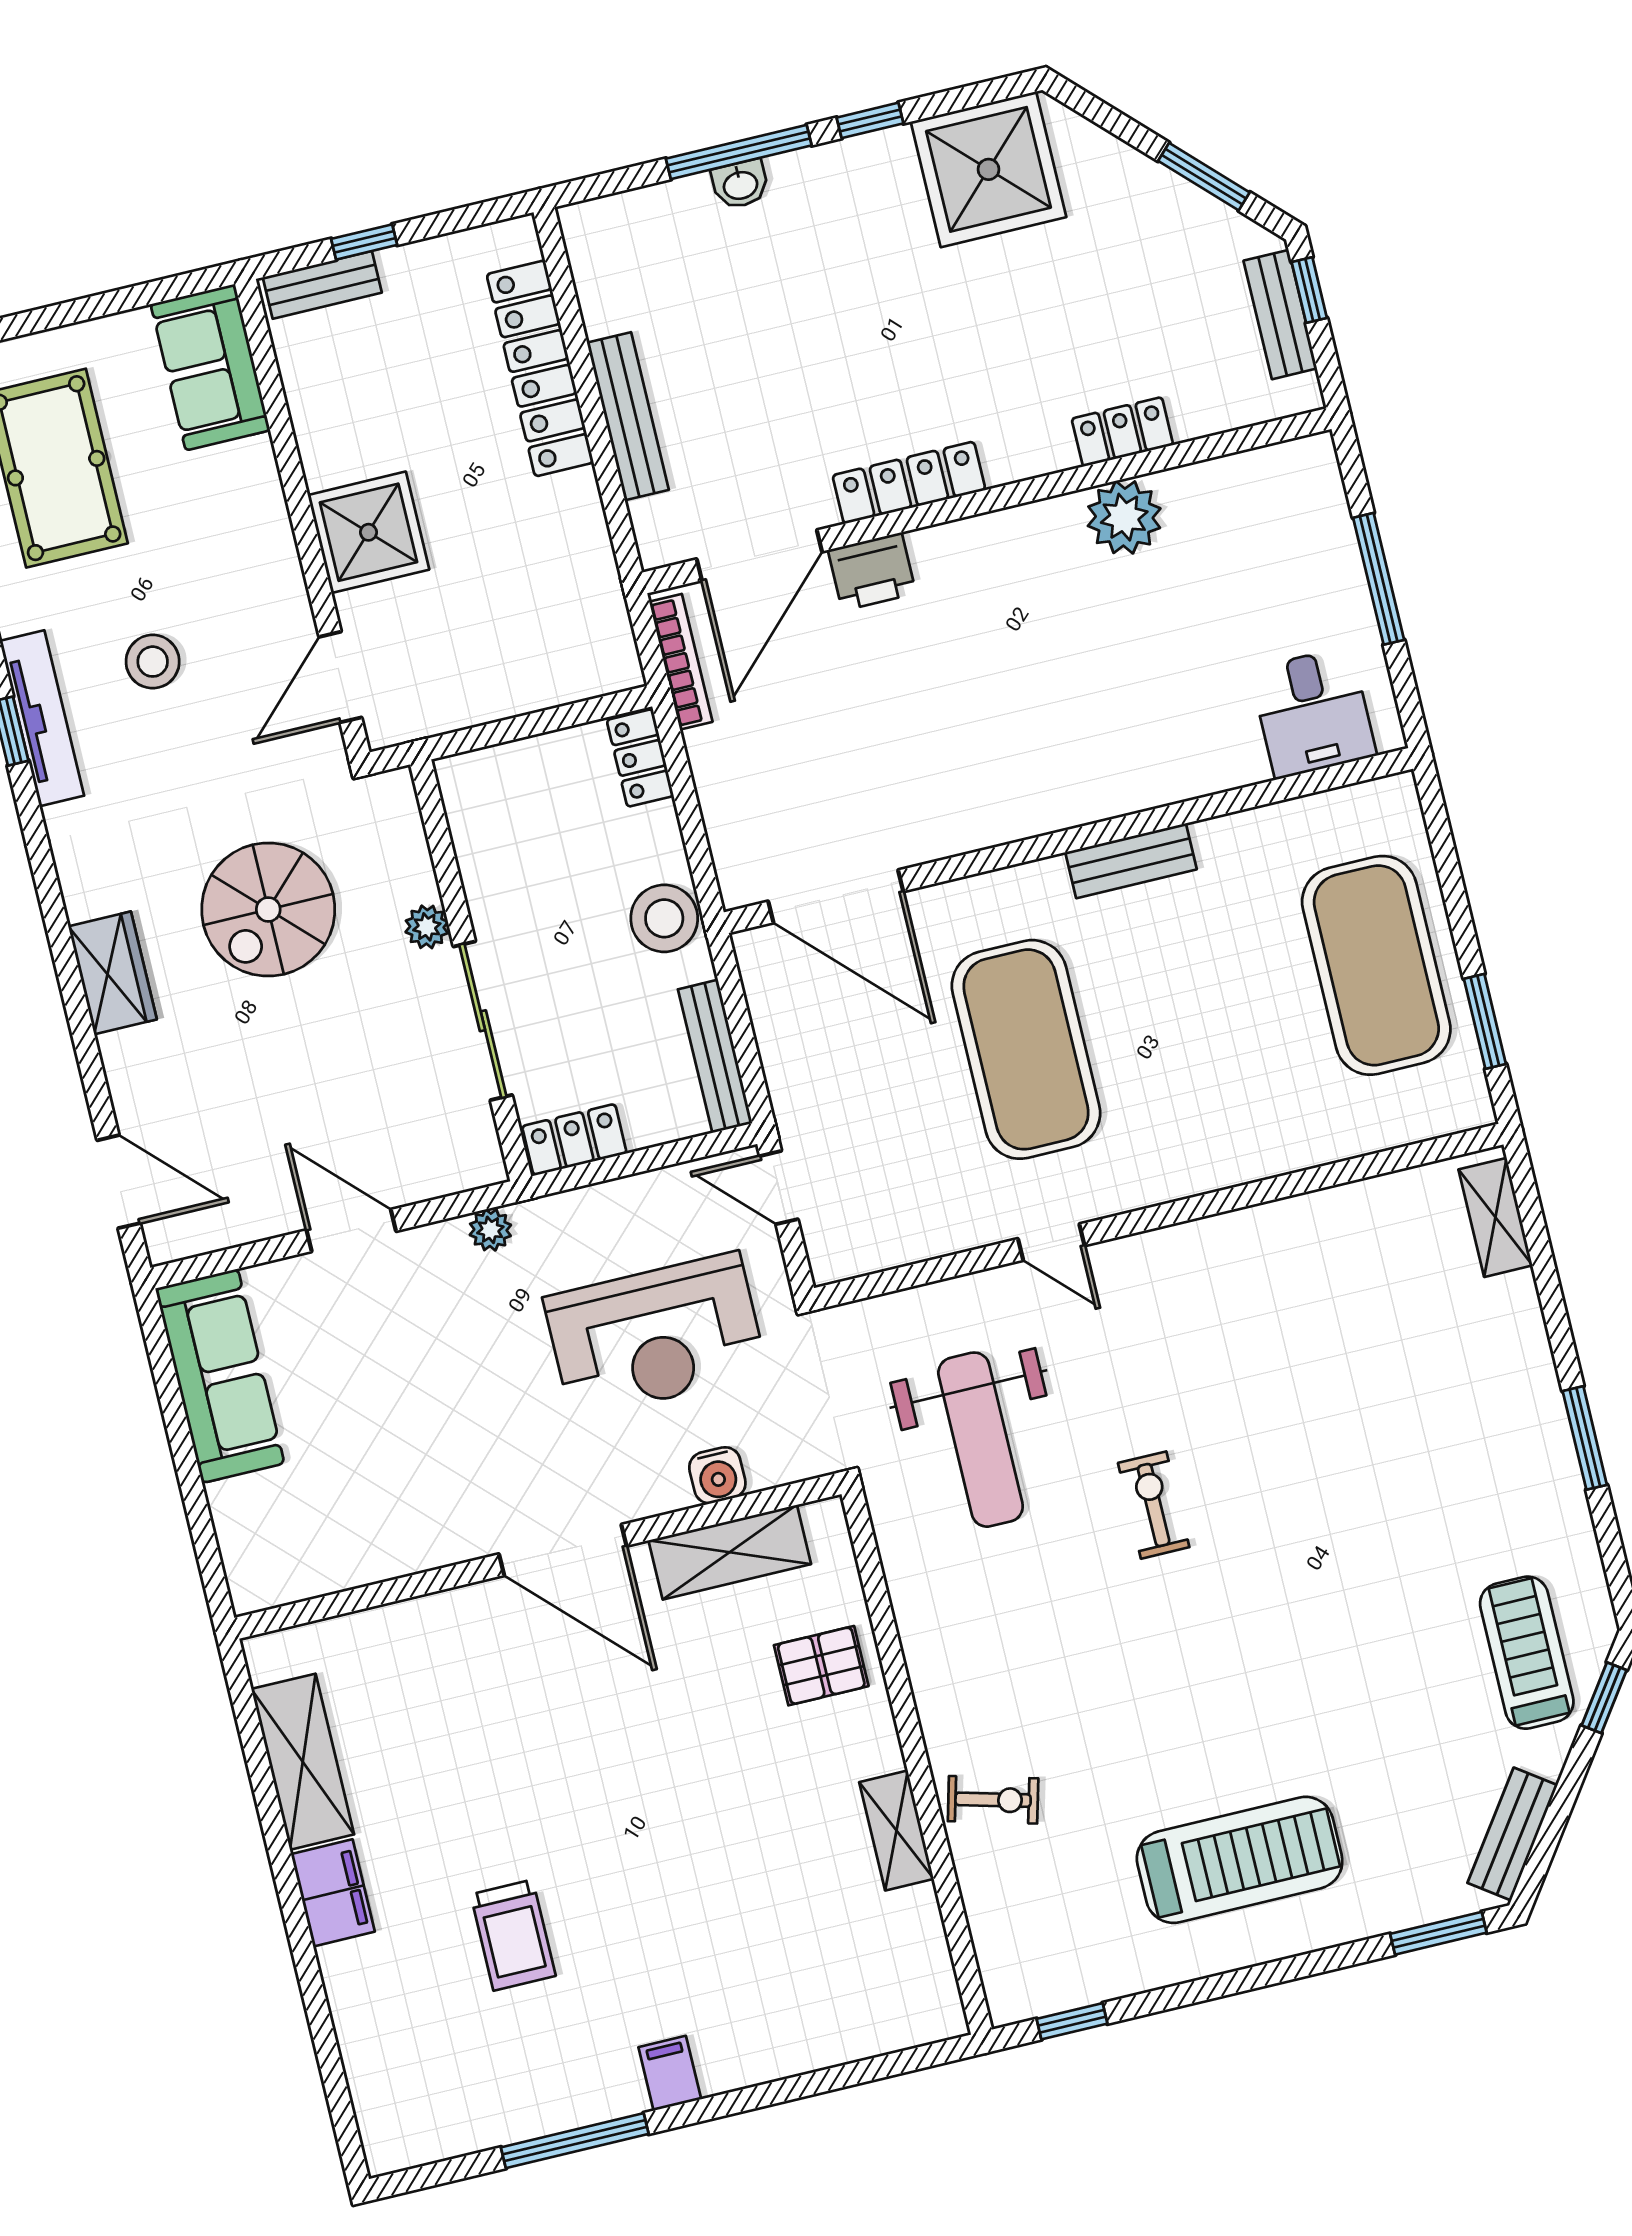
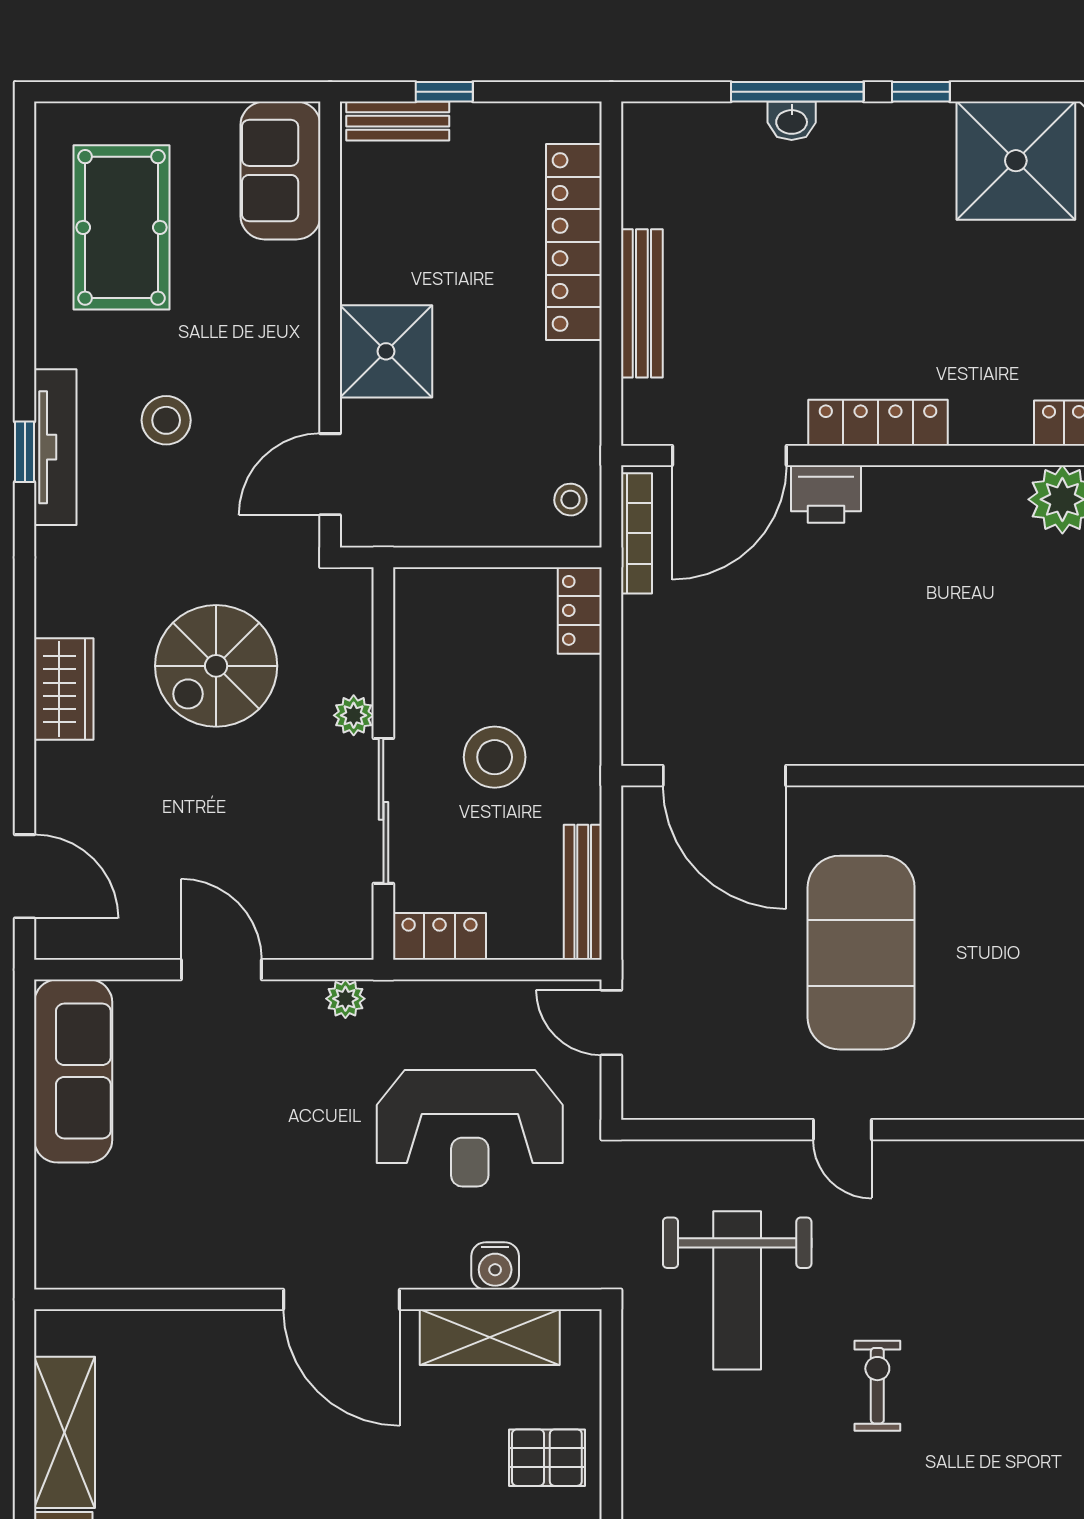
stool: (602, 643) -> (570, 500), added
bench: (1131, 861) -> (995, 807), removed
stool: (664, 918) -> (495, 757), moved

